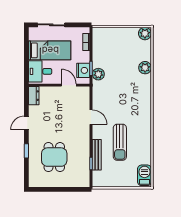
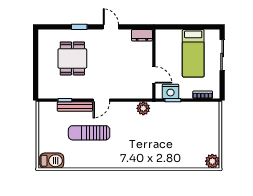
plant: (145, 68) -> (174, 161), removed
desk: (40, 71) -> (169, 42), removed
plant: (98, 74) -> (143, 108), moved
door: (69, 85) -> (154, 75), hinge flipped
door: (91, 117) -> (101, 100), moved
dining table: (54, 157) -> (72, 58), turned 90

